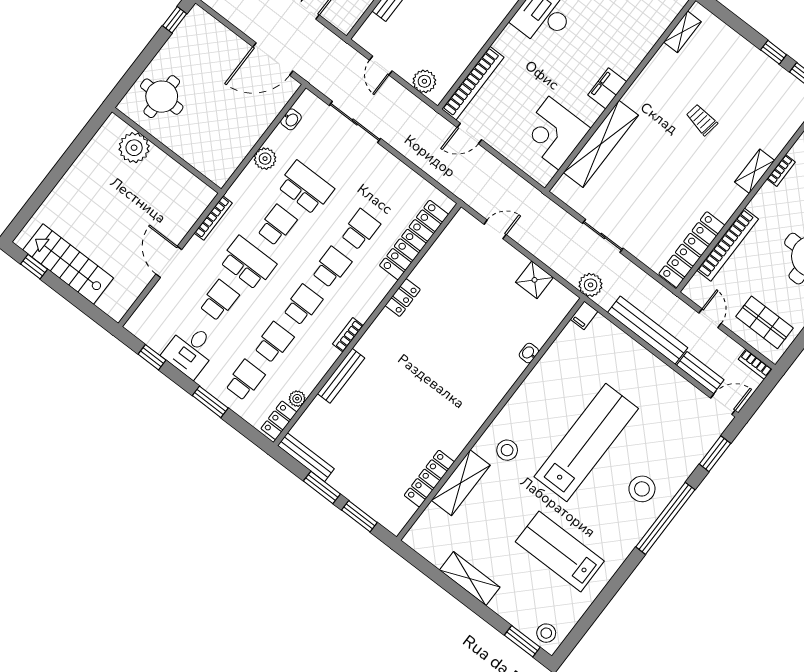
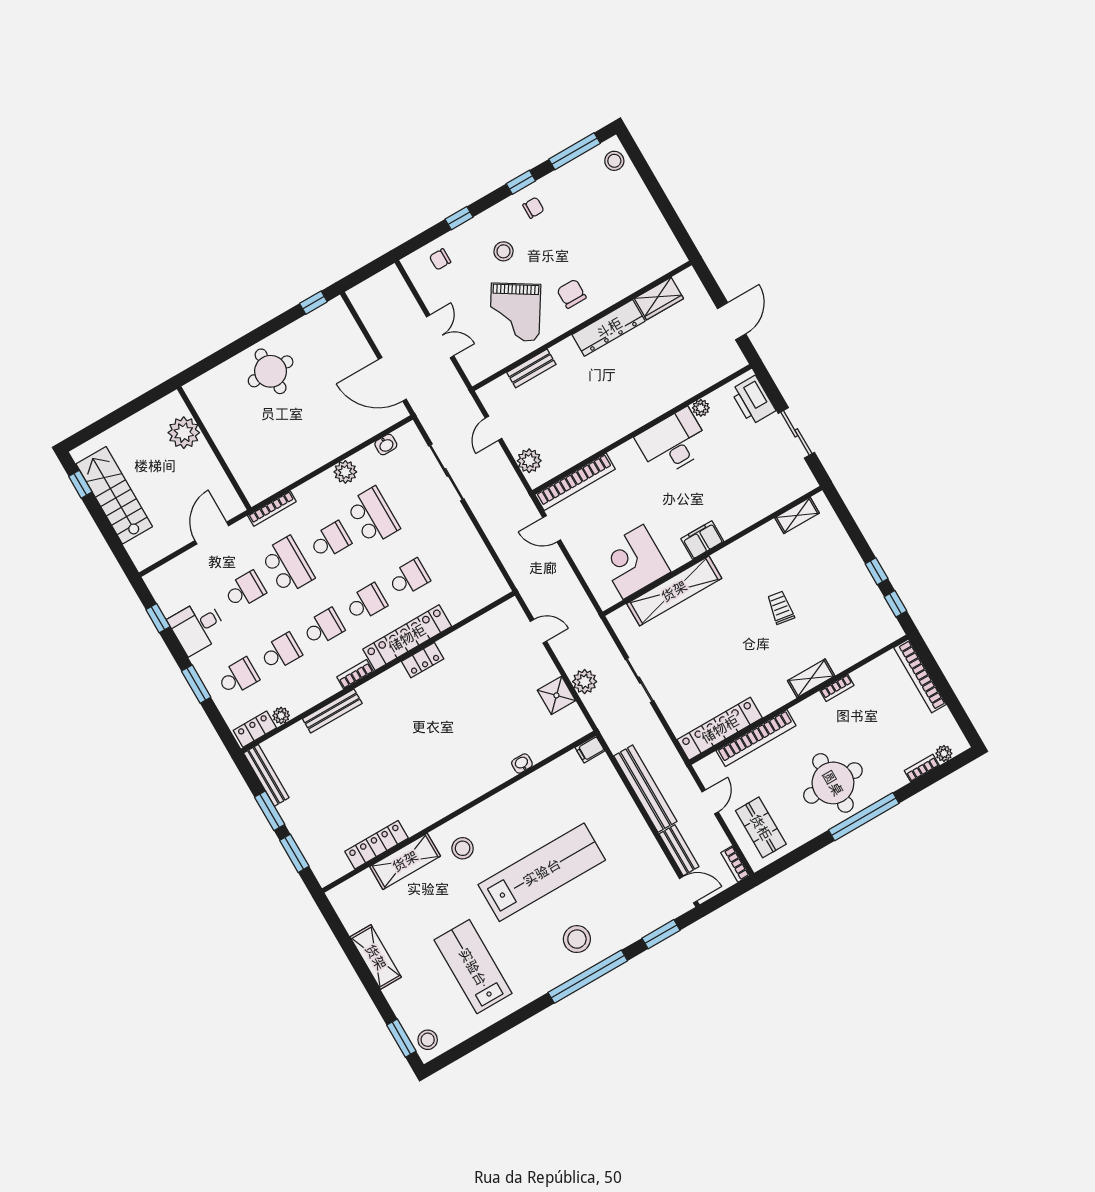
plant: (134, 148) -> (184, 433), moved
wall: (167, 150) -> (214, 448), moved
locker: (414, 240) -> (407, 638), moved
plant: (591, 285) -> (585, 682), moved

